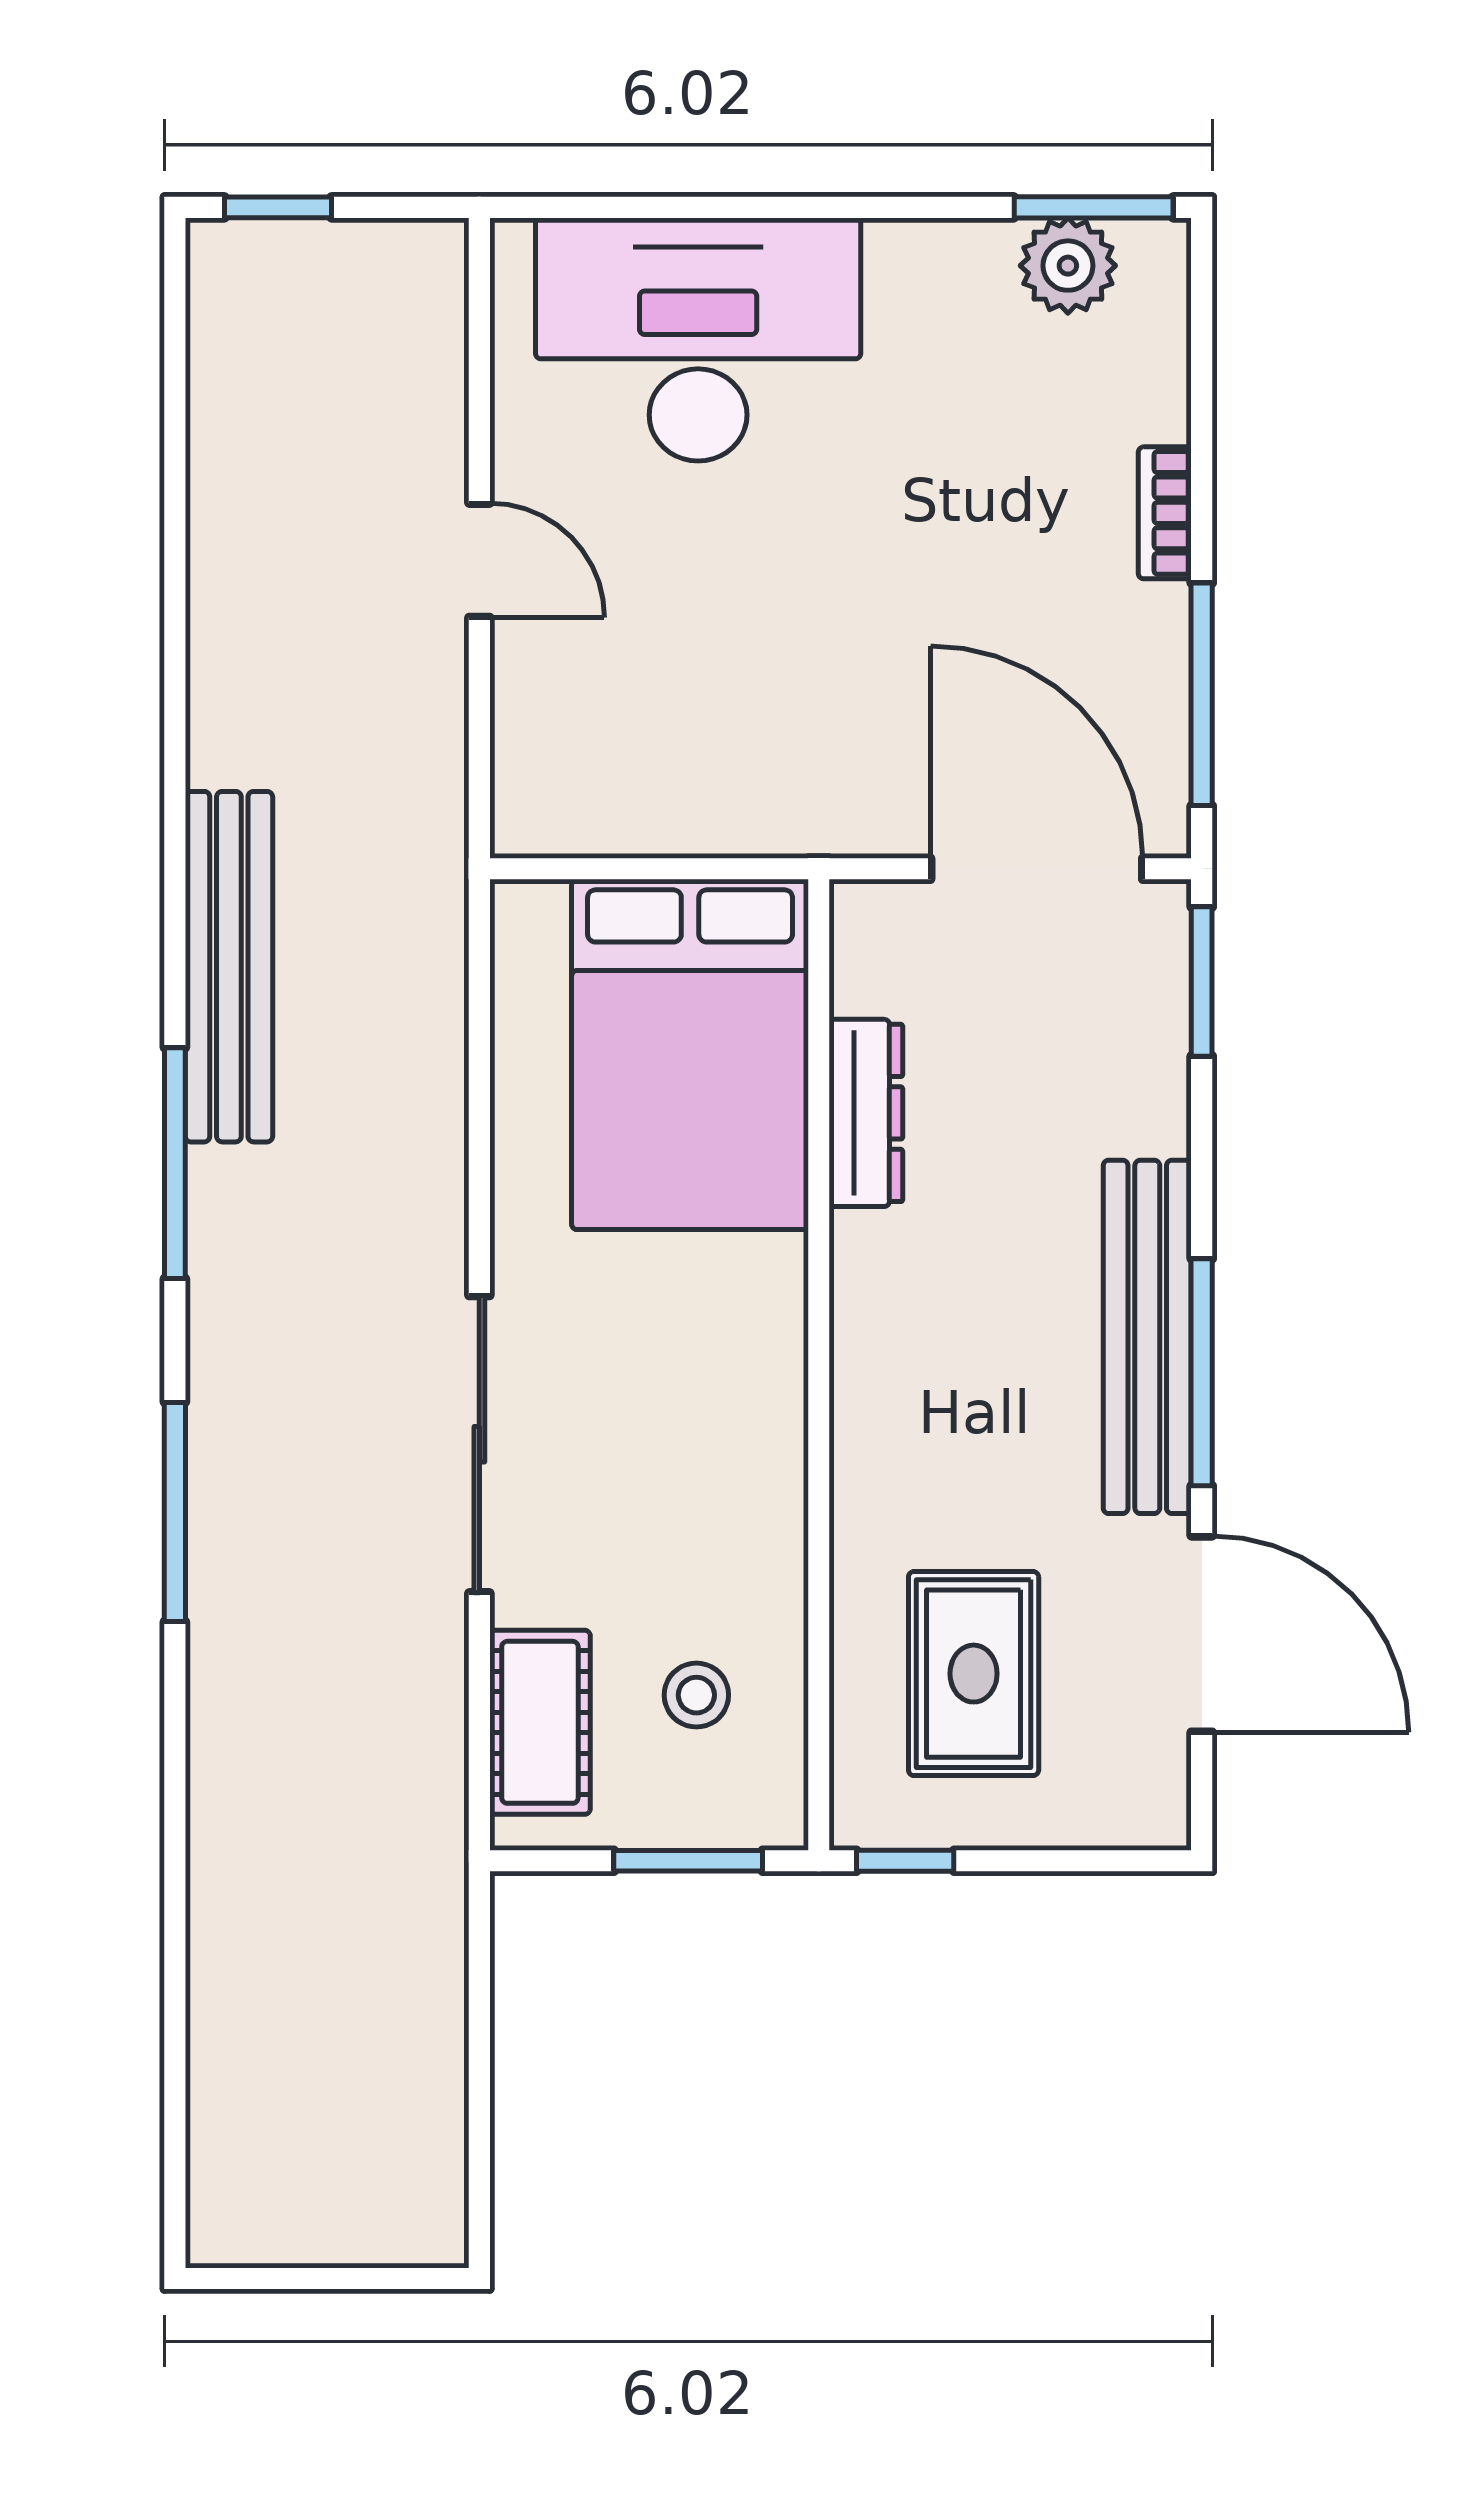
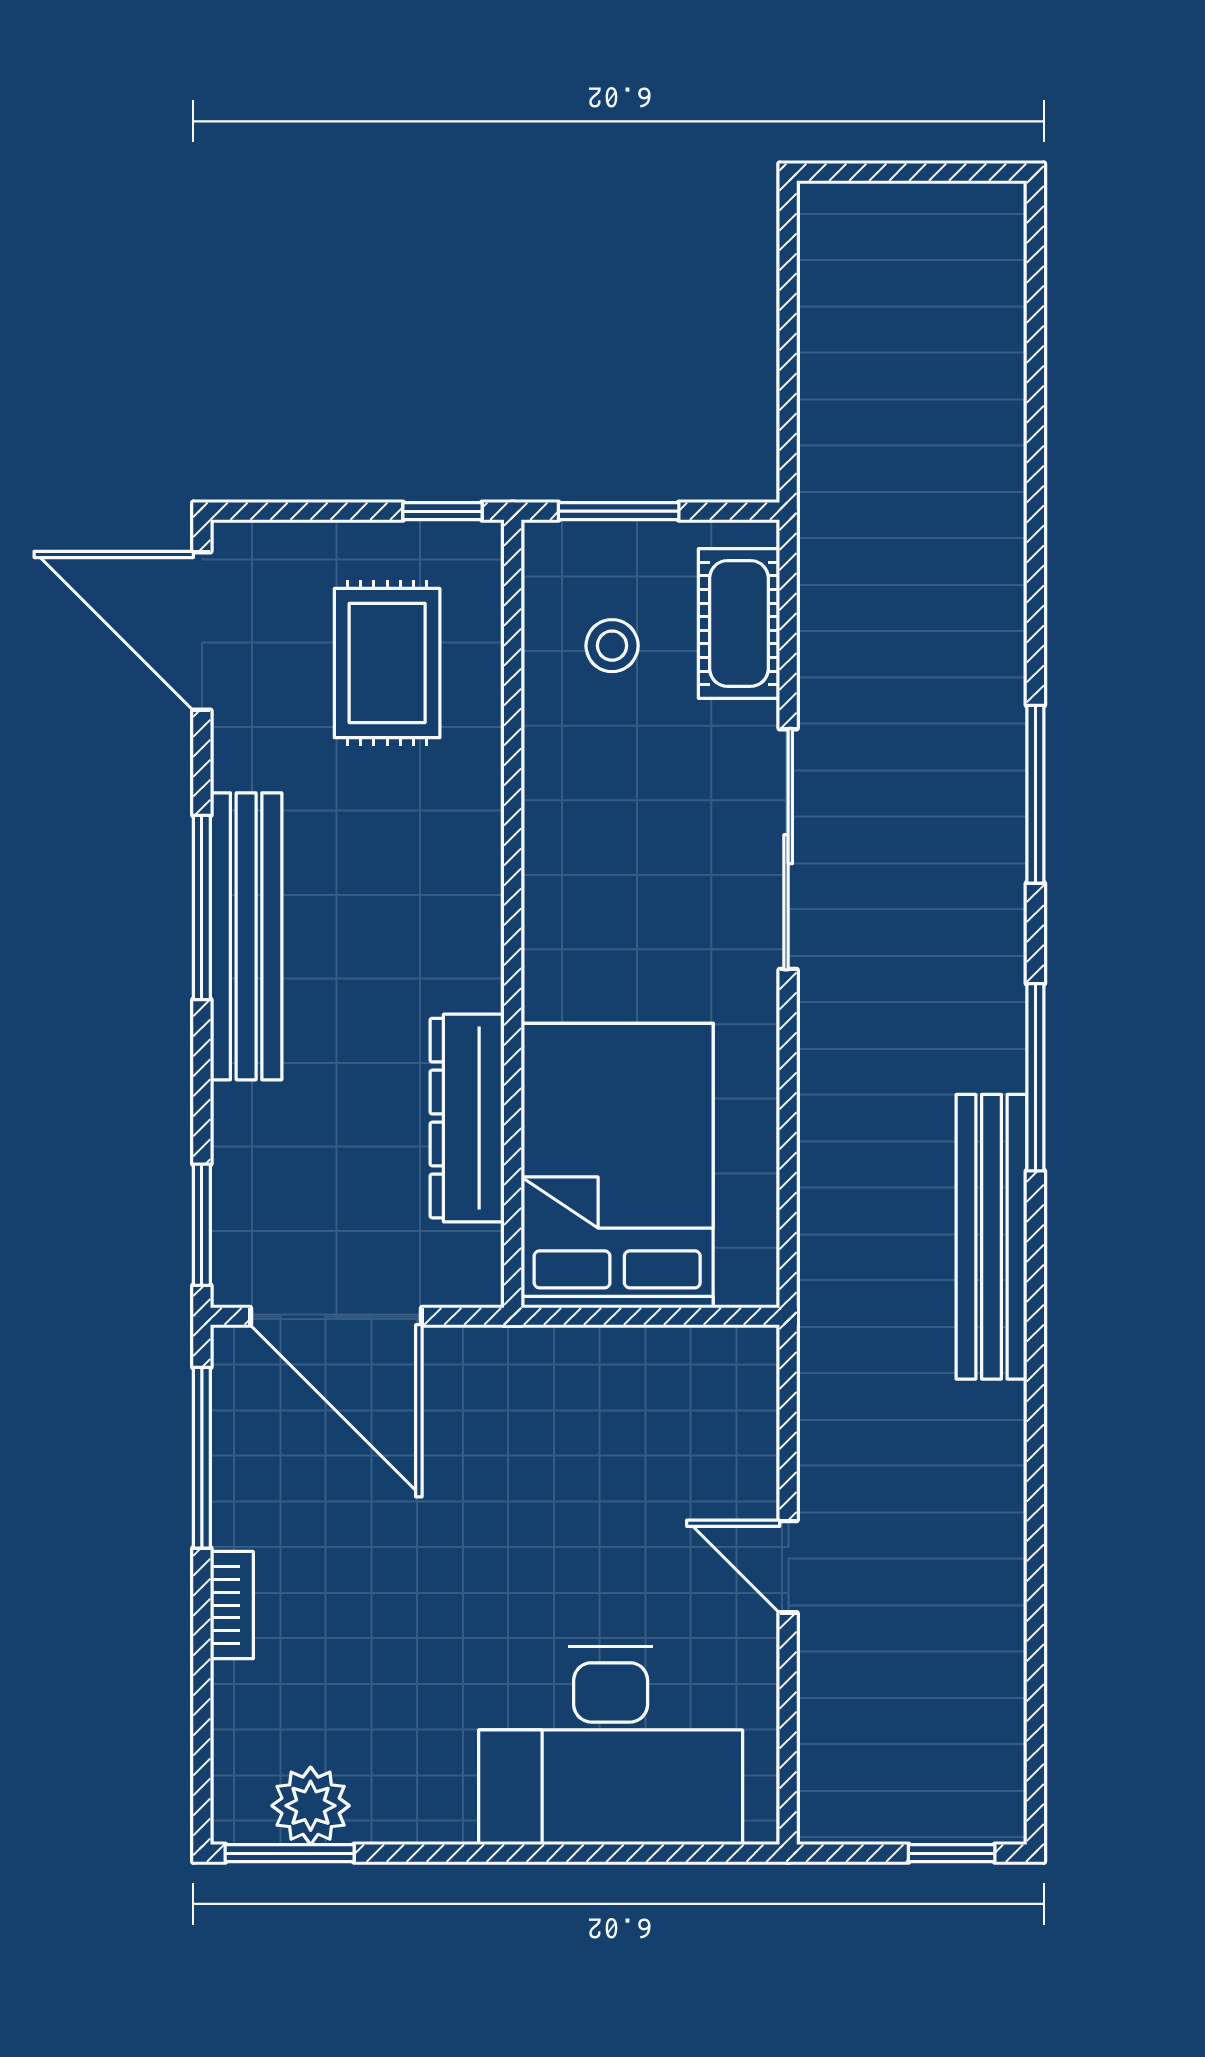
dresser: (866, 1113) -> (467, 1118), width x1.37, depth x1.24
door: (1202, 1634) -> (202, 631), moved

